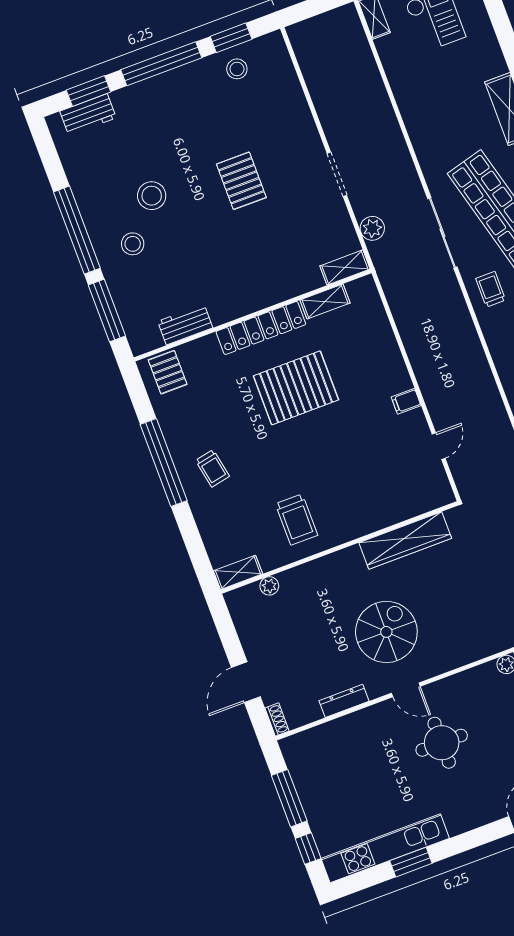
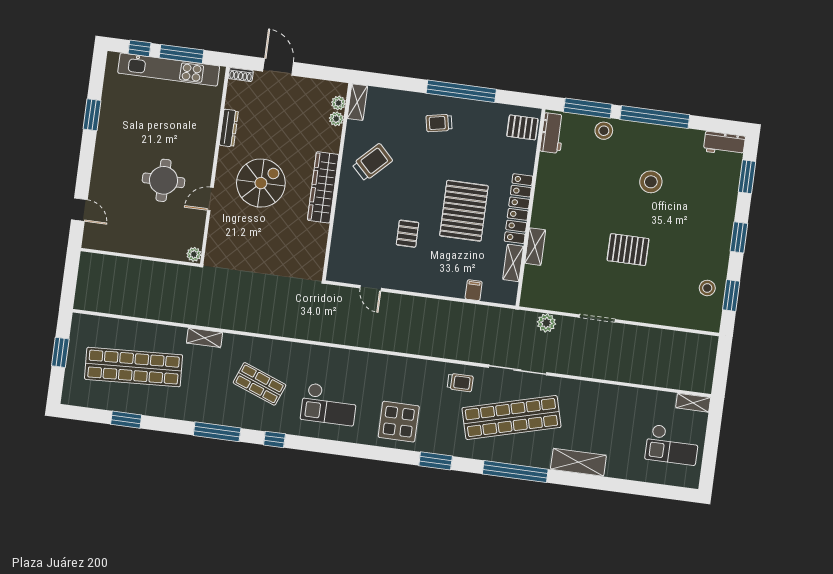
window: (161, 64) -> (739, 237), width x0.47
workbench: (88, 114) -> (724, 144), moved, turned -90
stool: (133, 244) -> (604, 131), moved
shelving: (345, 267) -> (535, 247), moved
workbench: (185, 324) -> (552, 133), moved
filing cabinet: (406, 401) -> (474, 290), moved
pallet: (355, 437) -> (408, 234), added
trolley: (297, 520) -> (372, 162), turned 135
wardrobe: (405, 540) -> (323, 187), moved
plant: (250, 593) -> (338, 103), added
spiral stairs: (386, 632) -> (261, 183), turned -90
door: (406, 690) -> (210, 199), moved
kitchen unit: (385, 848) -> (169, 70), moved, turned 90

